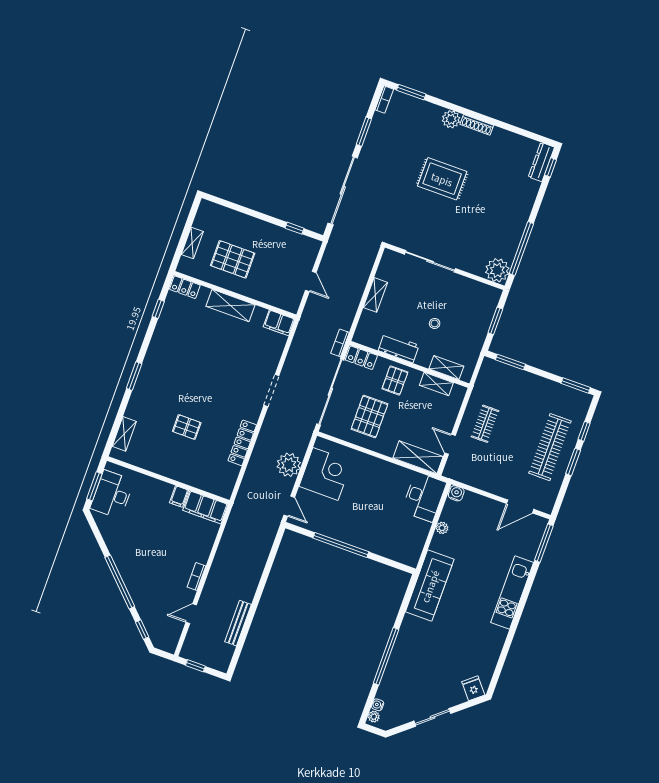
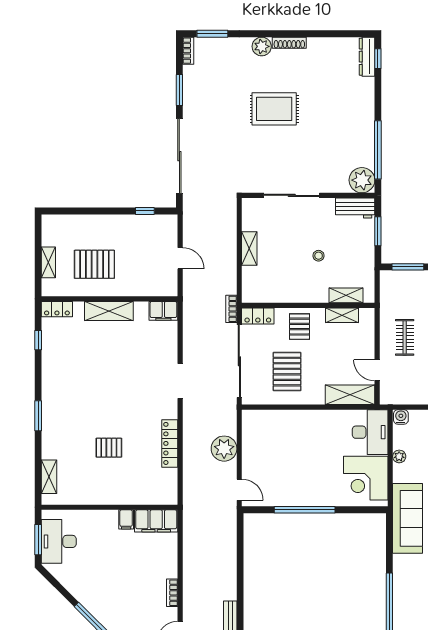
workbench: (399, 348) -> (355, 208), moved, turned 180
corner desk: (325, 474) -> (366, 478), moved, turned 180

